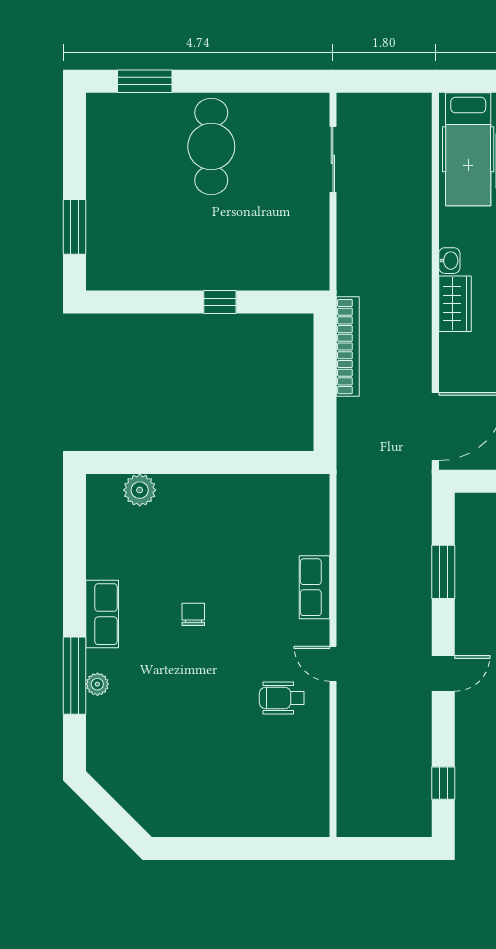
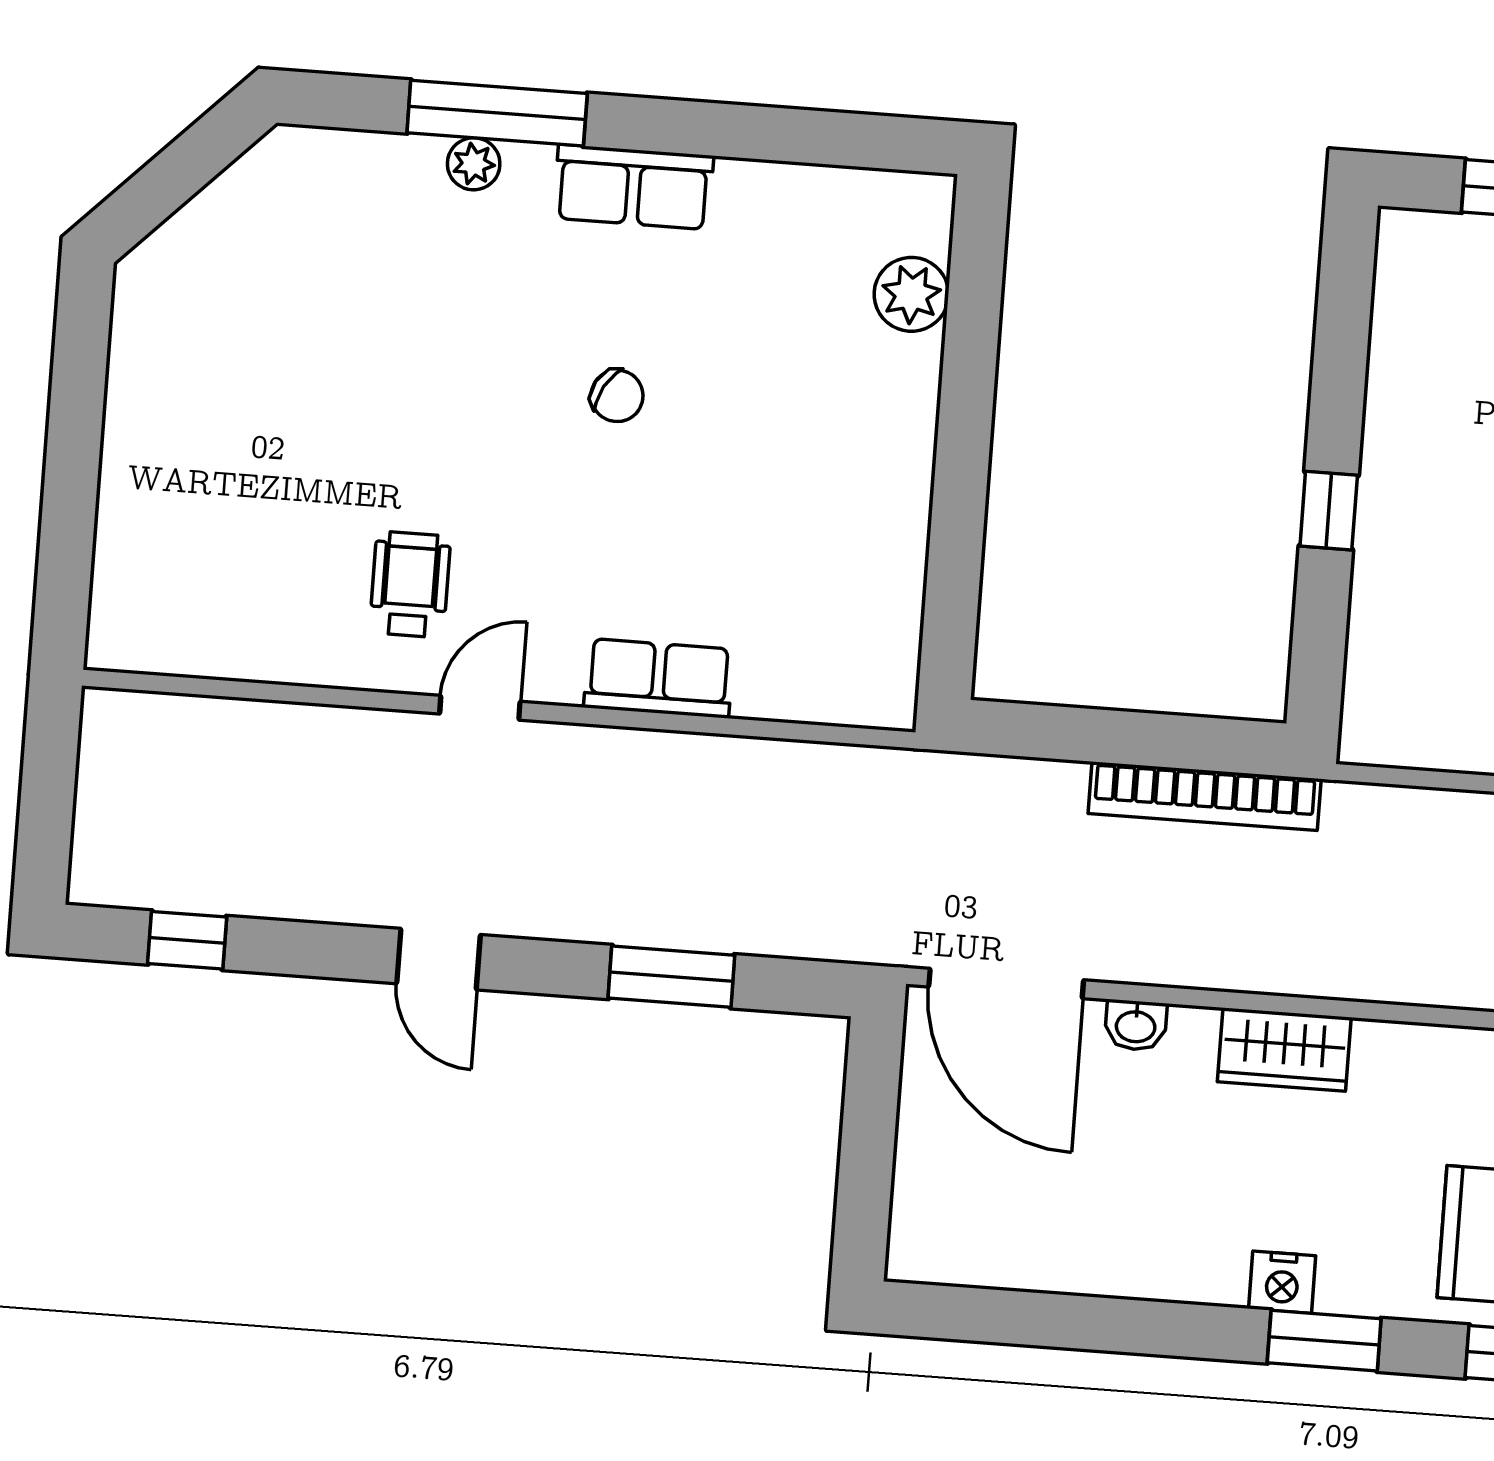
washbasin: (449, 261) -> (1136, 1025), moved
chair: (193, 614) -> (617, 396), turned 30

